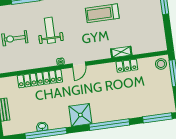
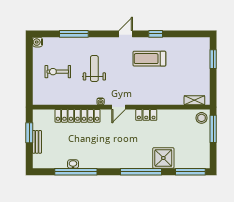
shelving: (121, 52) -> (194, 100), moved
locker: (127, 66) -> (146, 115), moved
shower: (80, 115) -> (163, 158), moved

